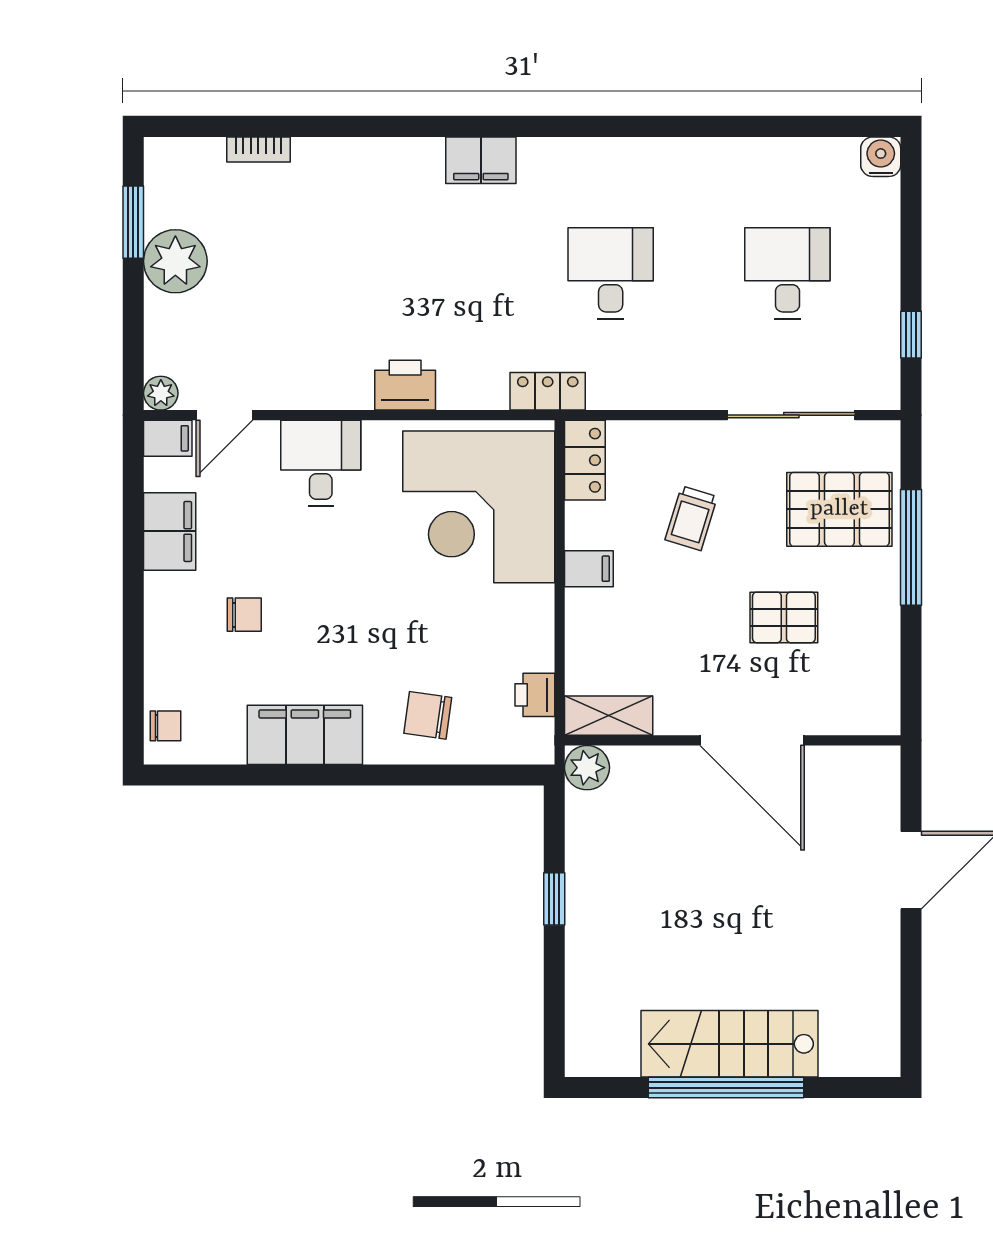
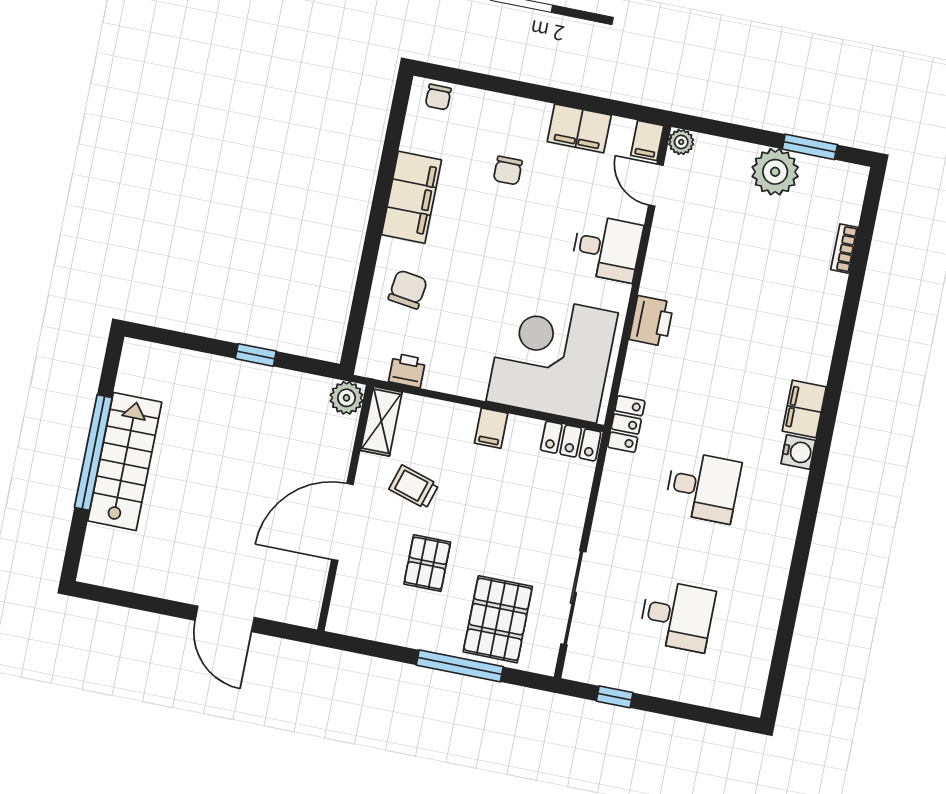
water cooler: (881, 157) -> (798, 452), moved
trolley: (691, 518) -> (414, 487), moved

